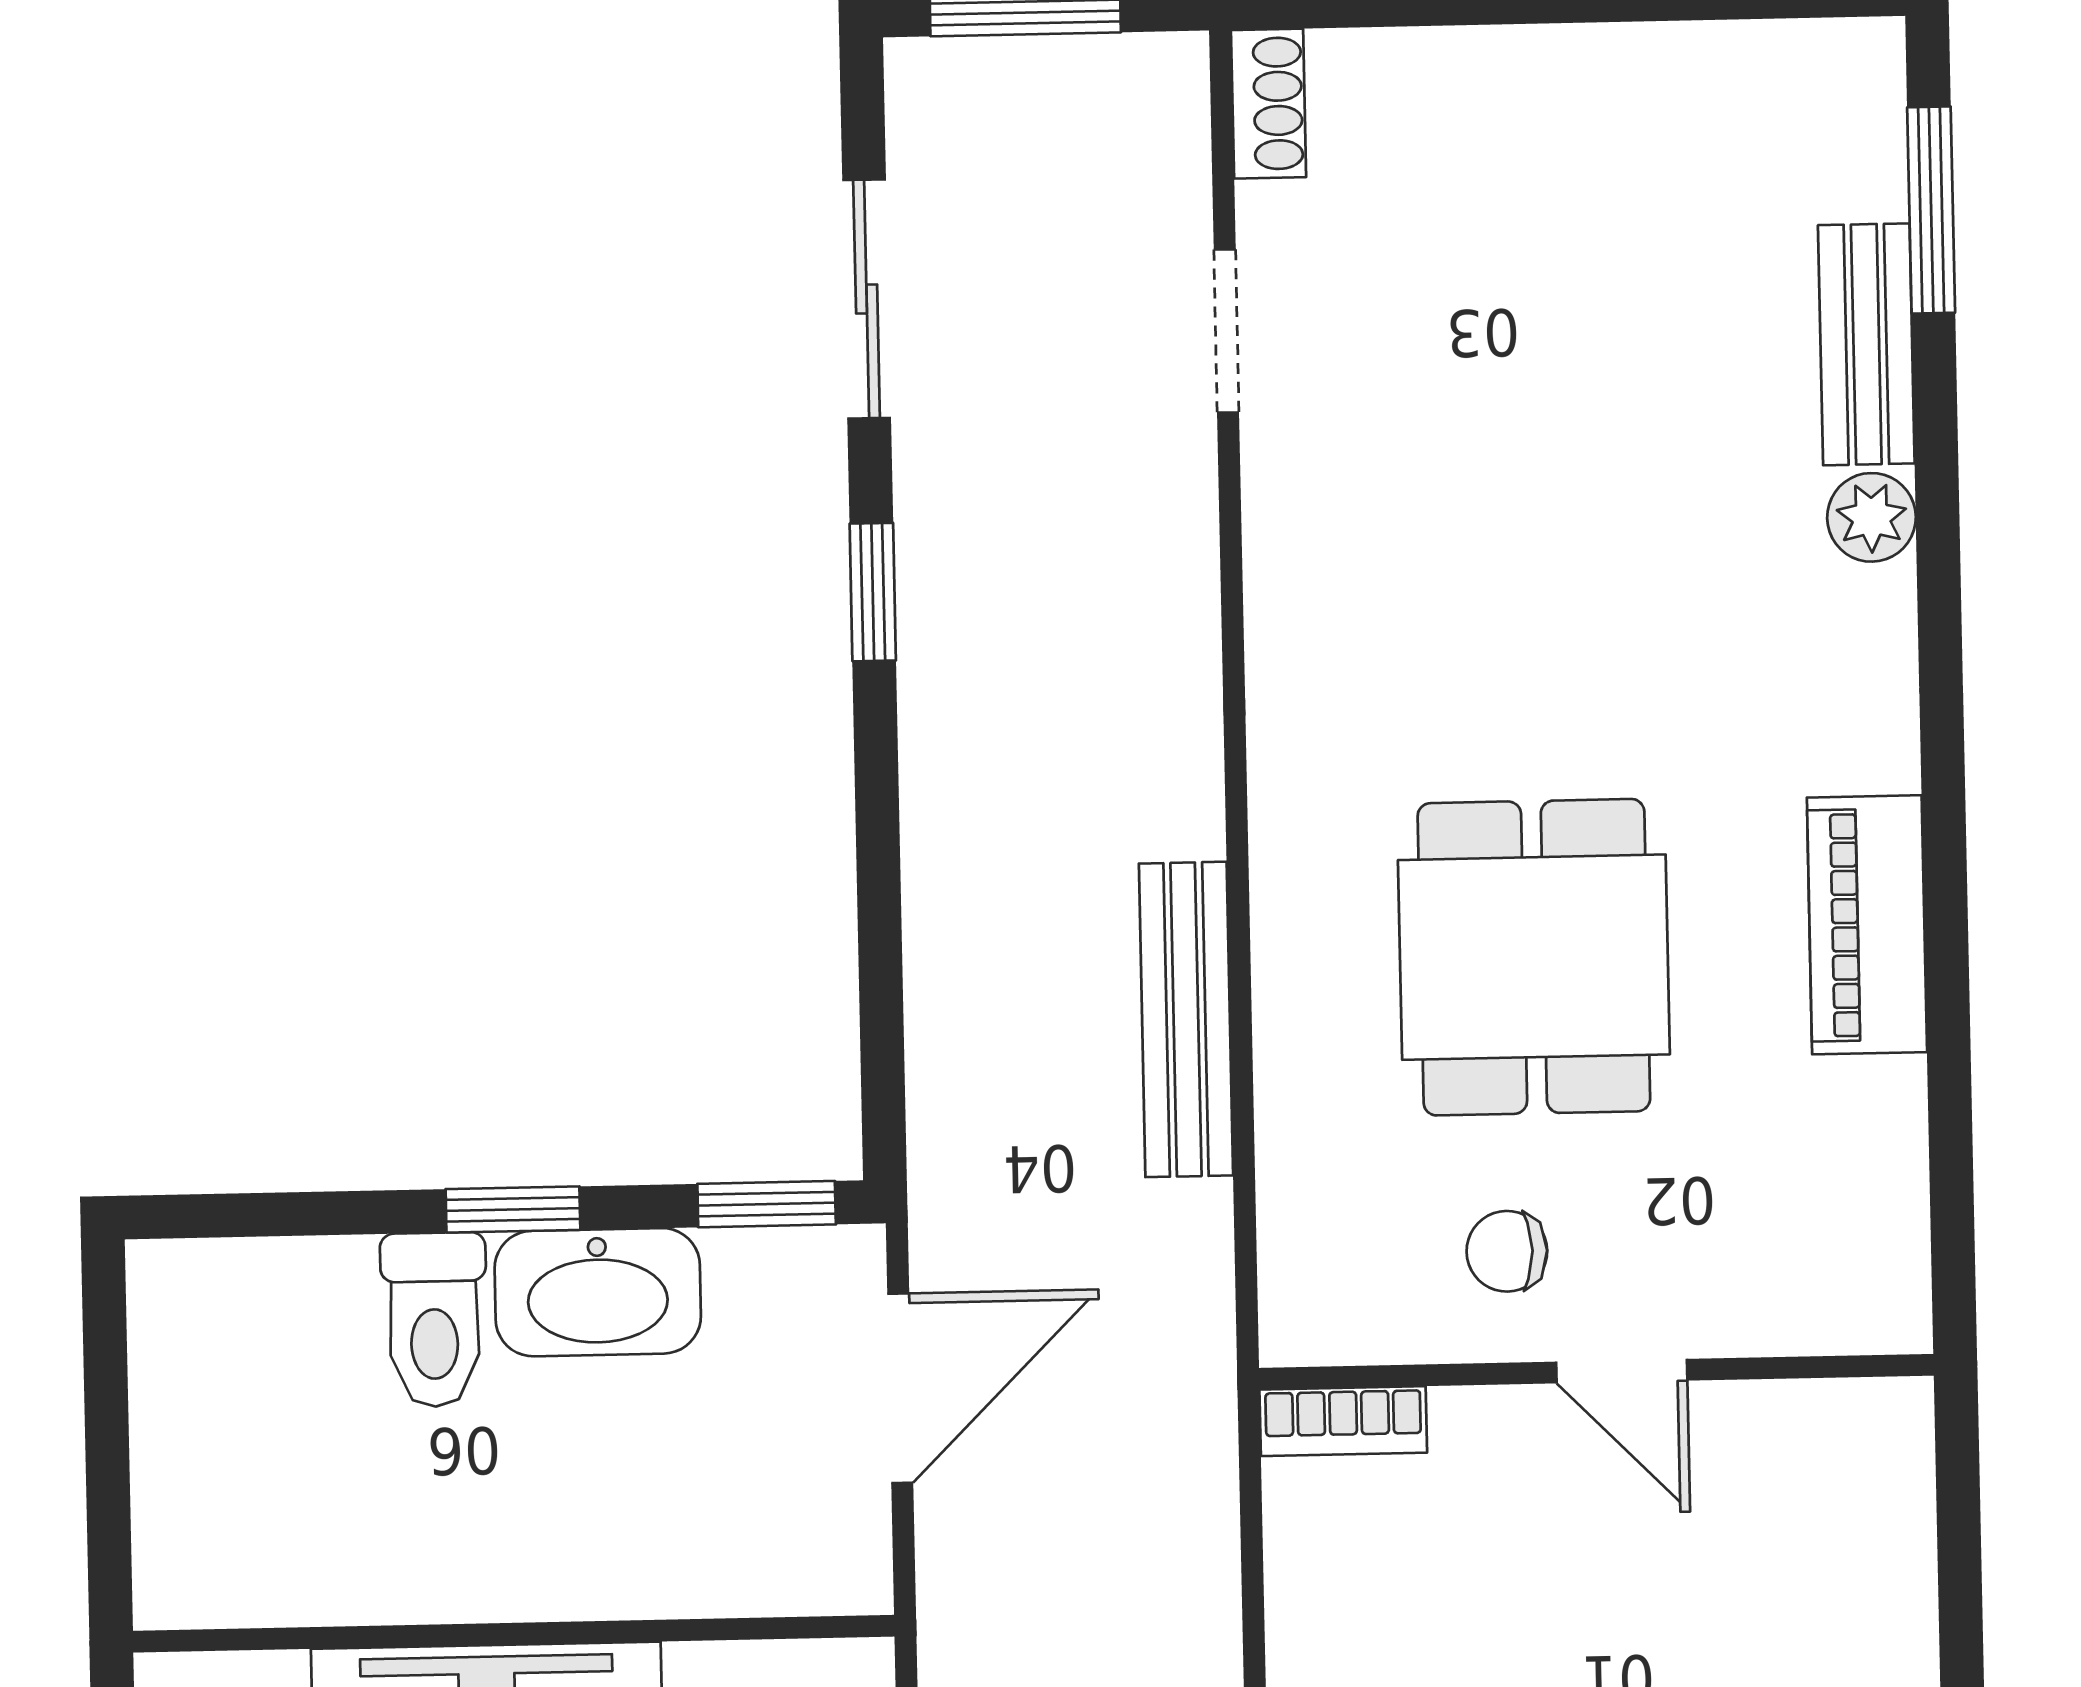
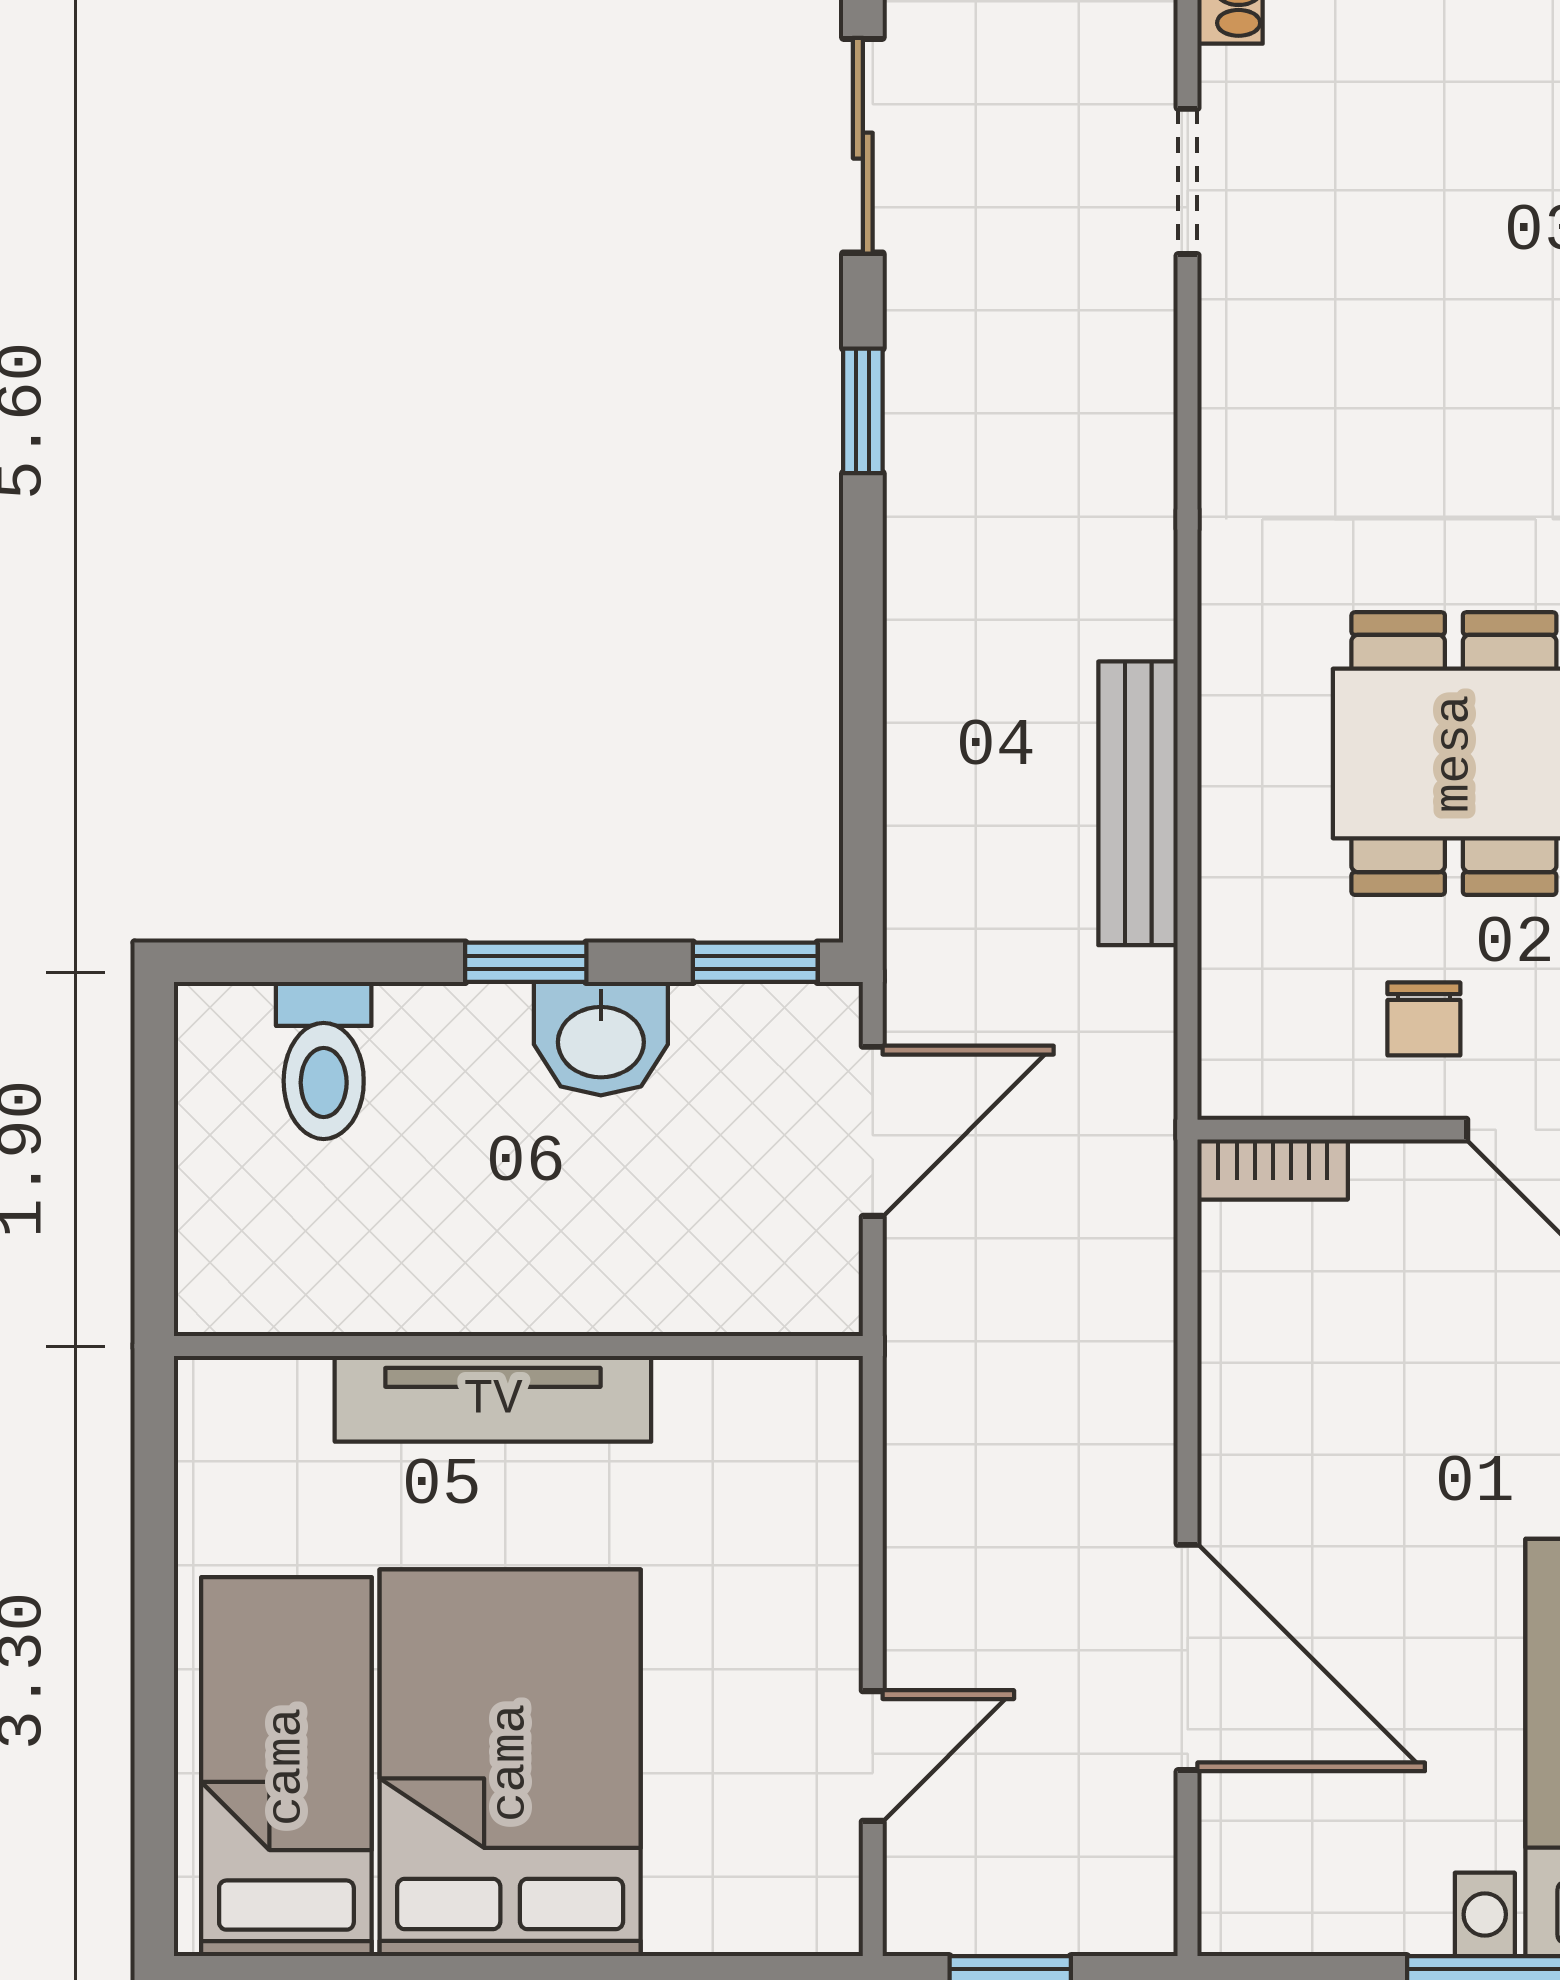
chair: (1507, 1251) -> (1424, 1019), turned -90
washbasin: (598, 1292) -> (601, 1039), width x0.72
toilet: (434, 1320) -> (324, 1061), moved

